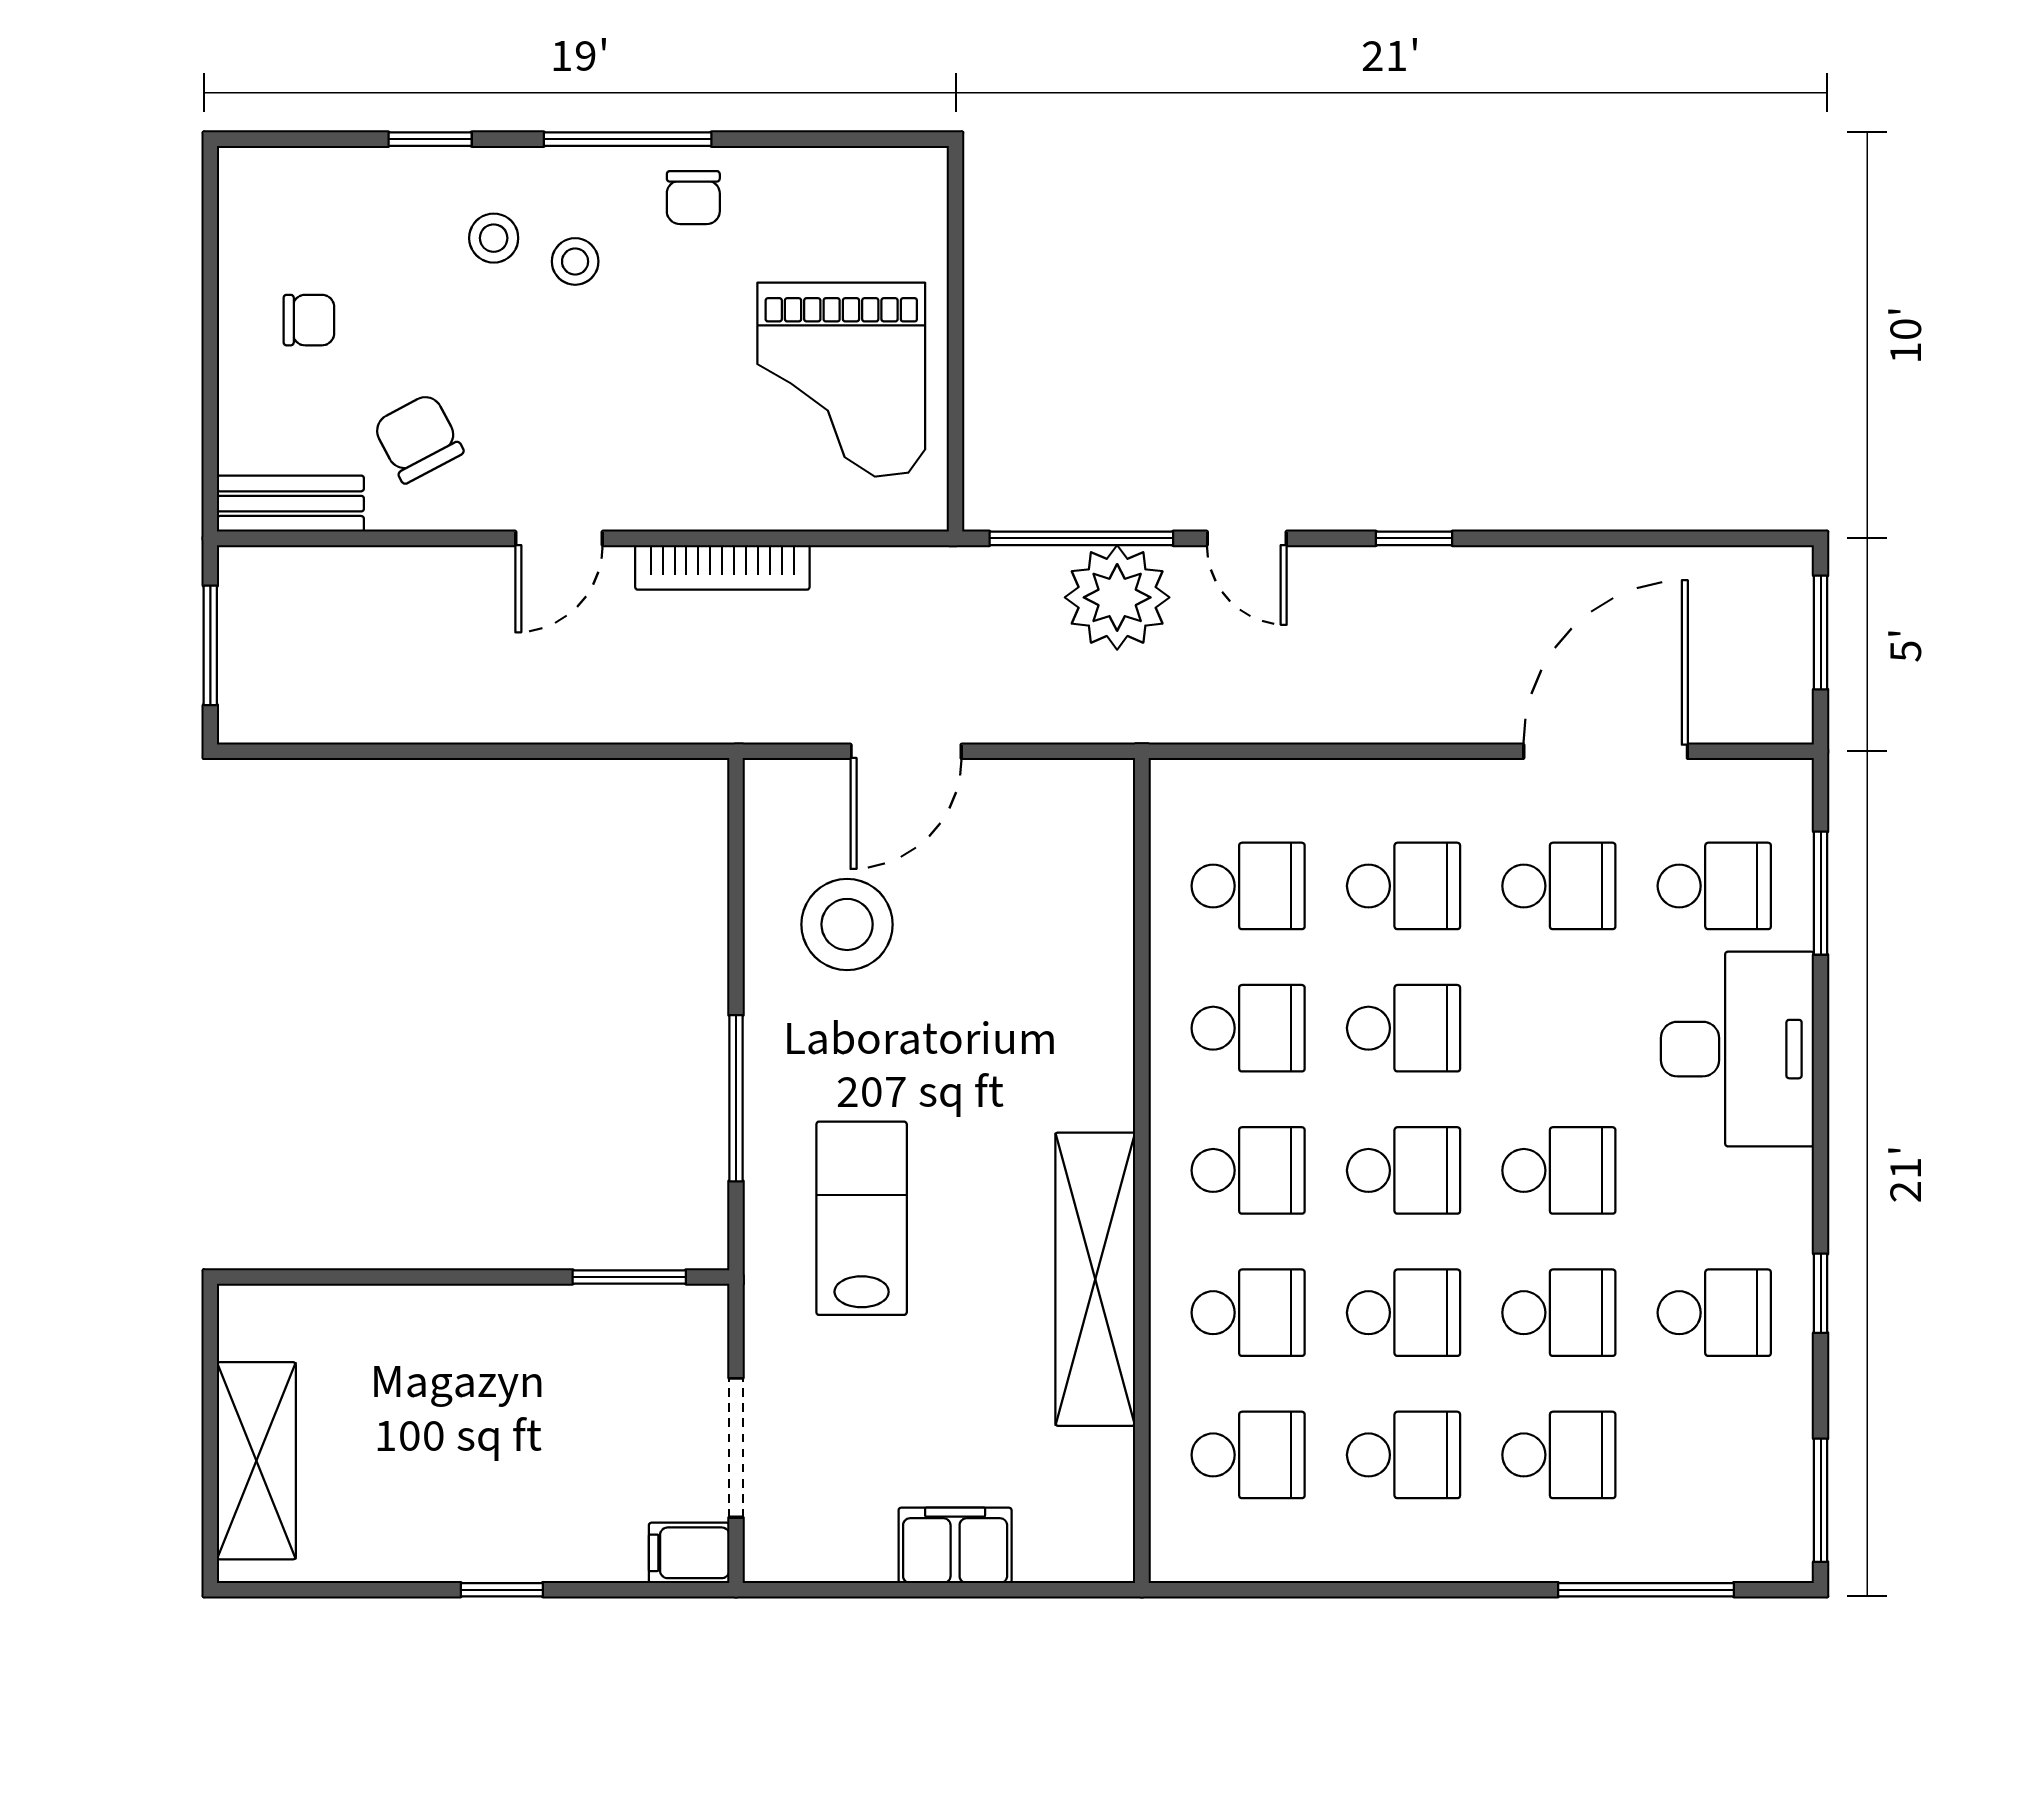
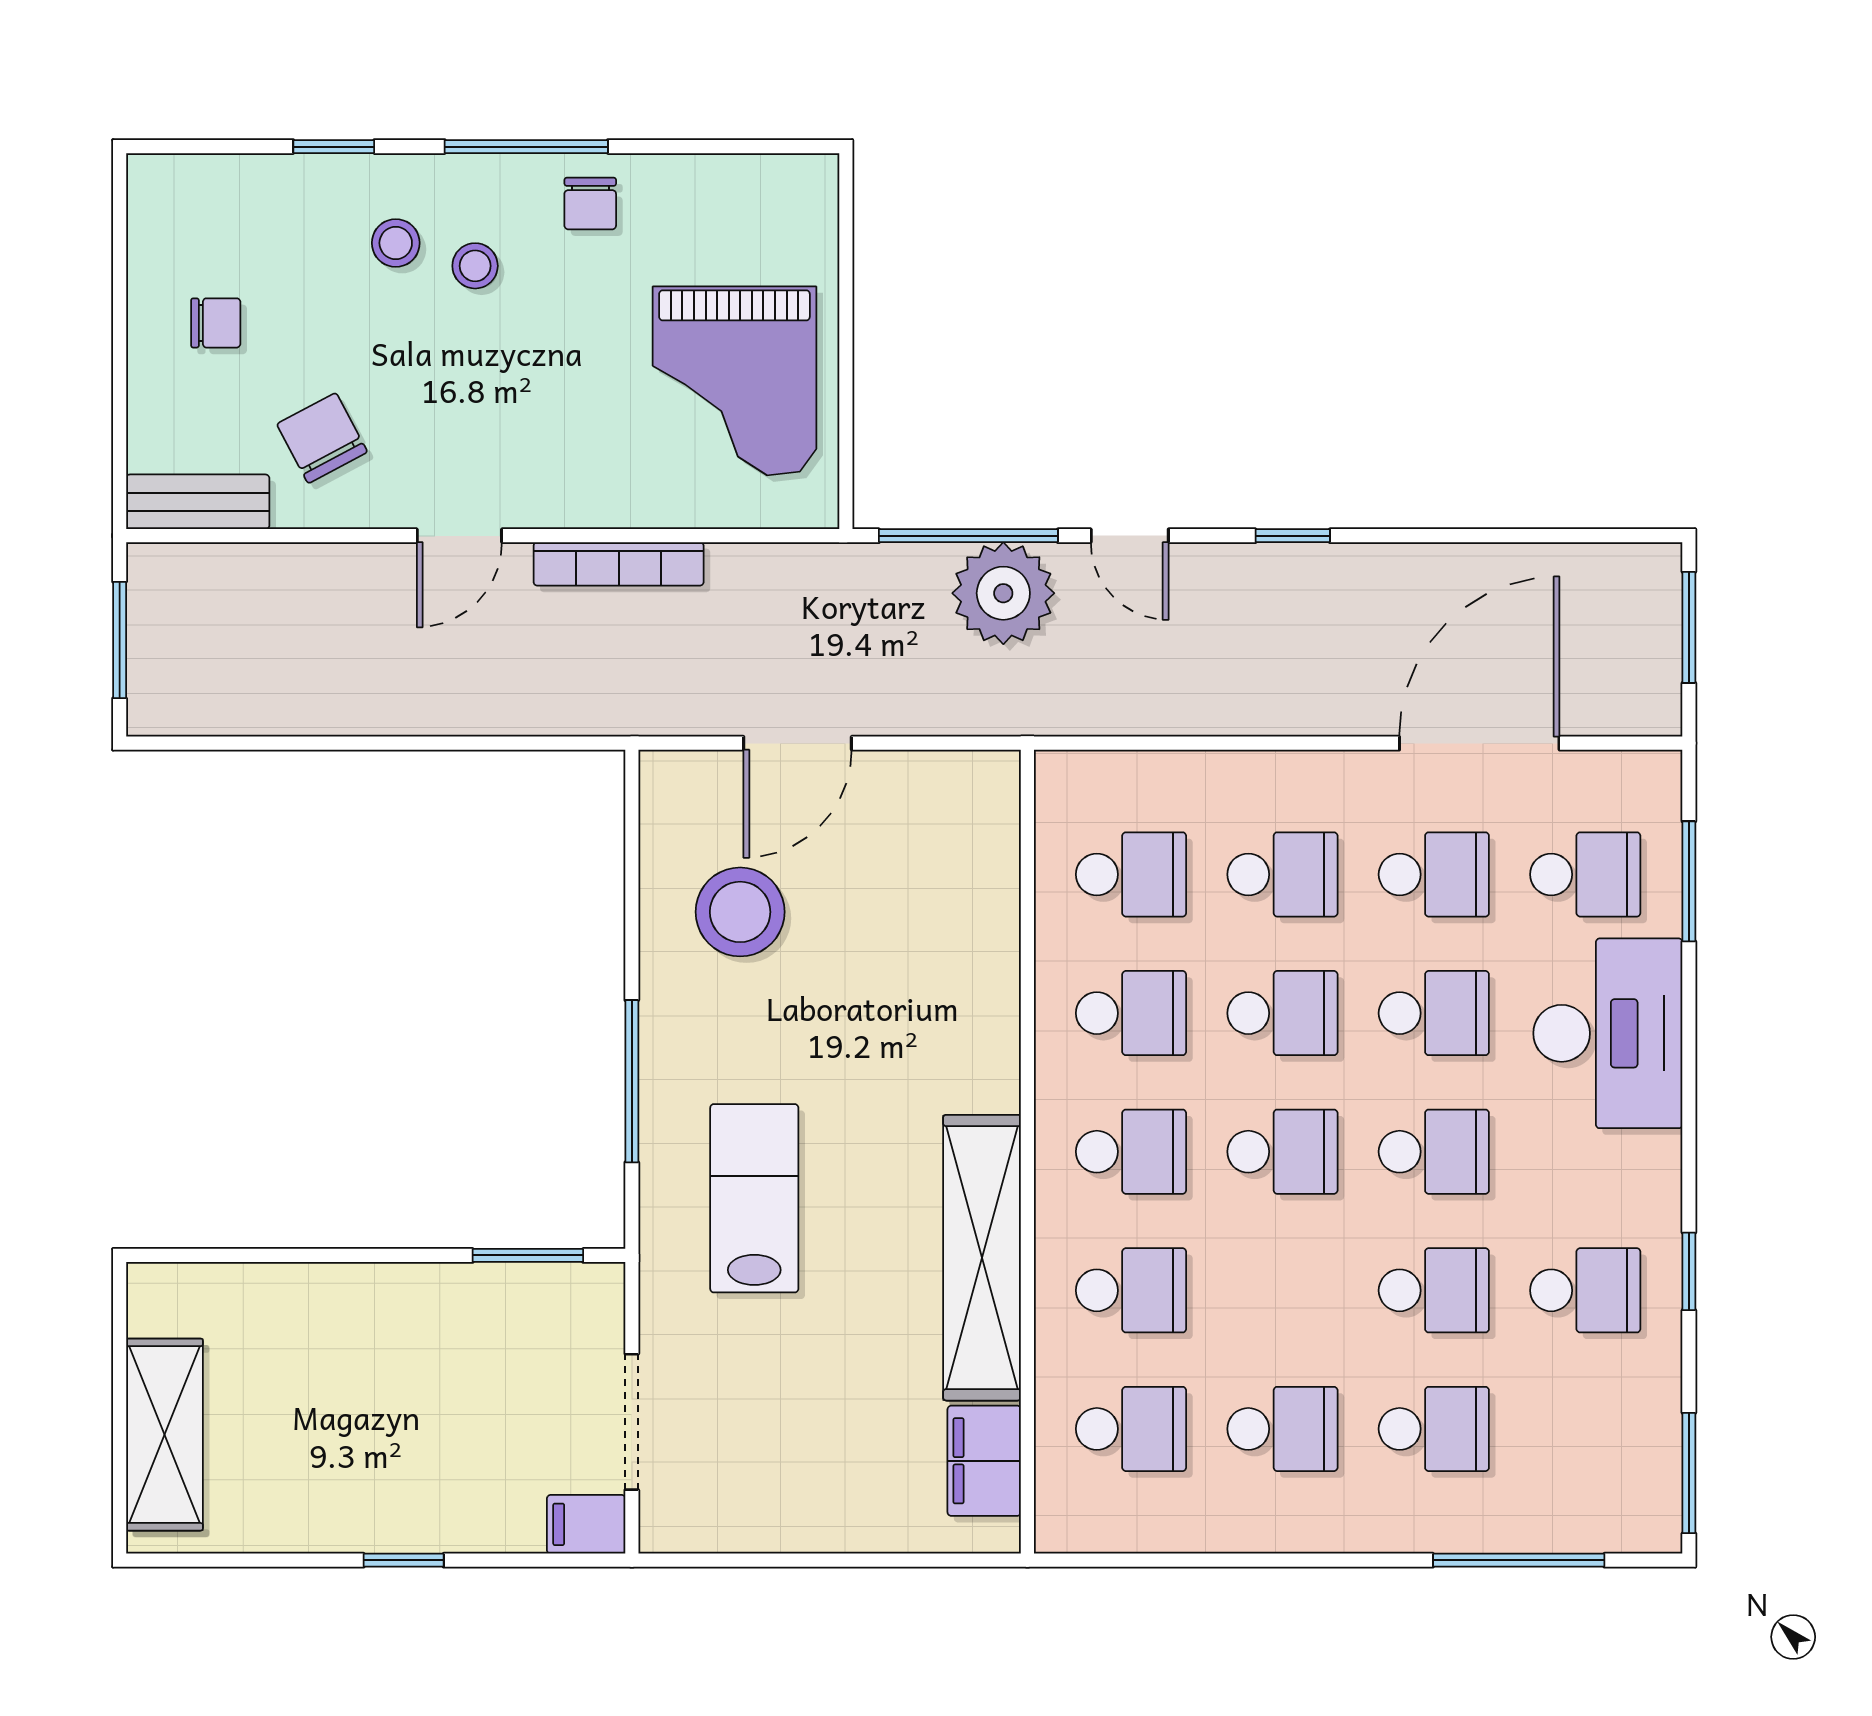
school desk: (1404, 1313) -> (1434, 1013), moved
filing cabinet: (955, 1545) -> (984, 1461), moved, turned -90

